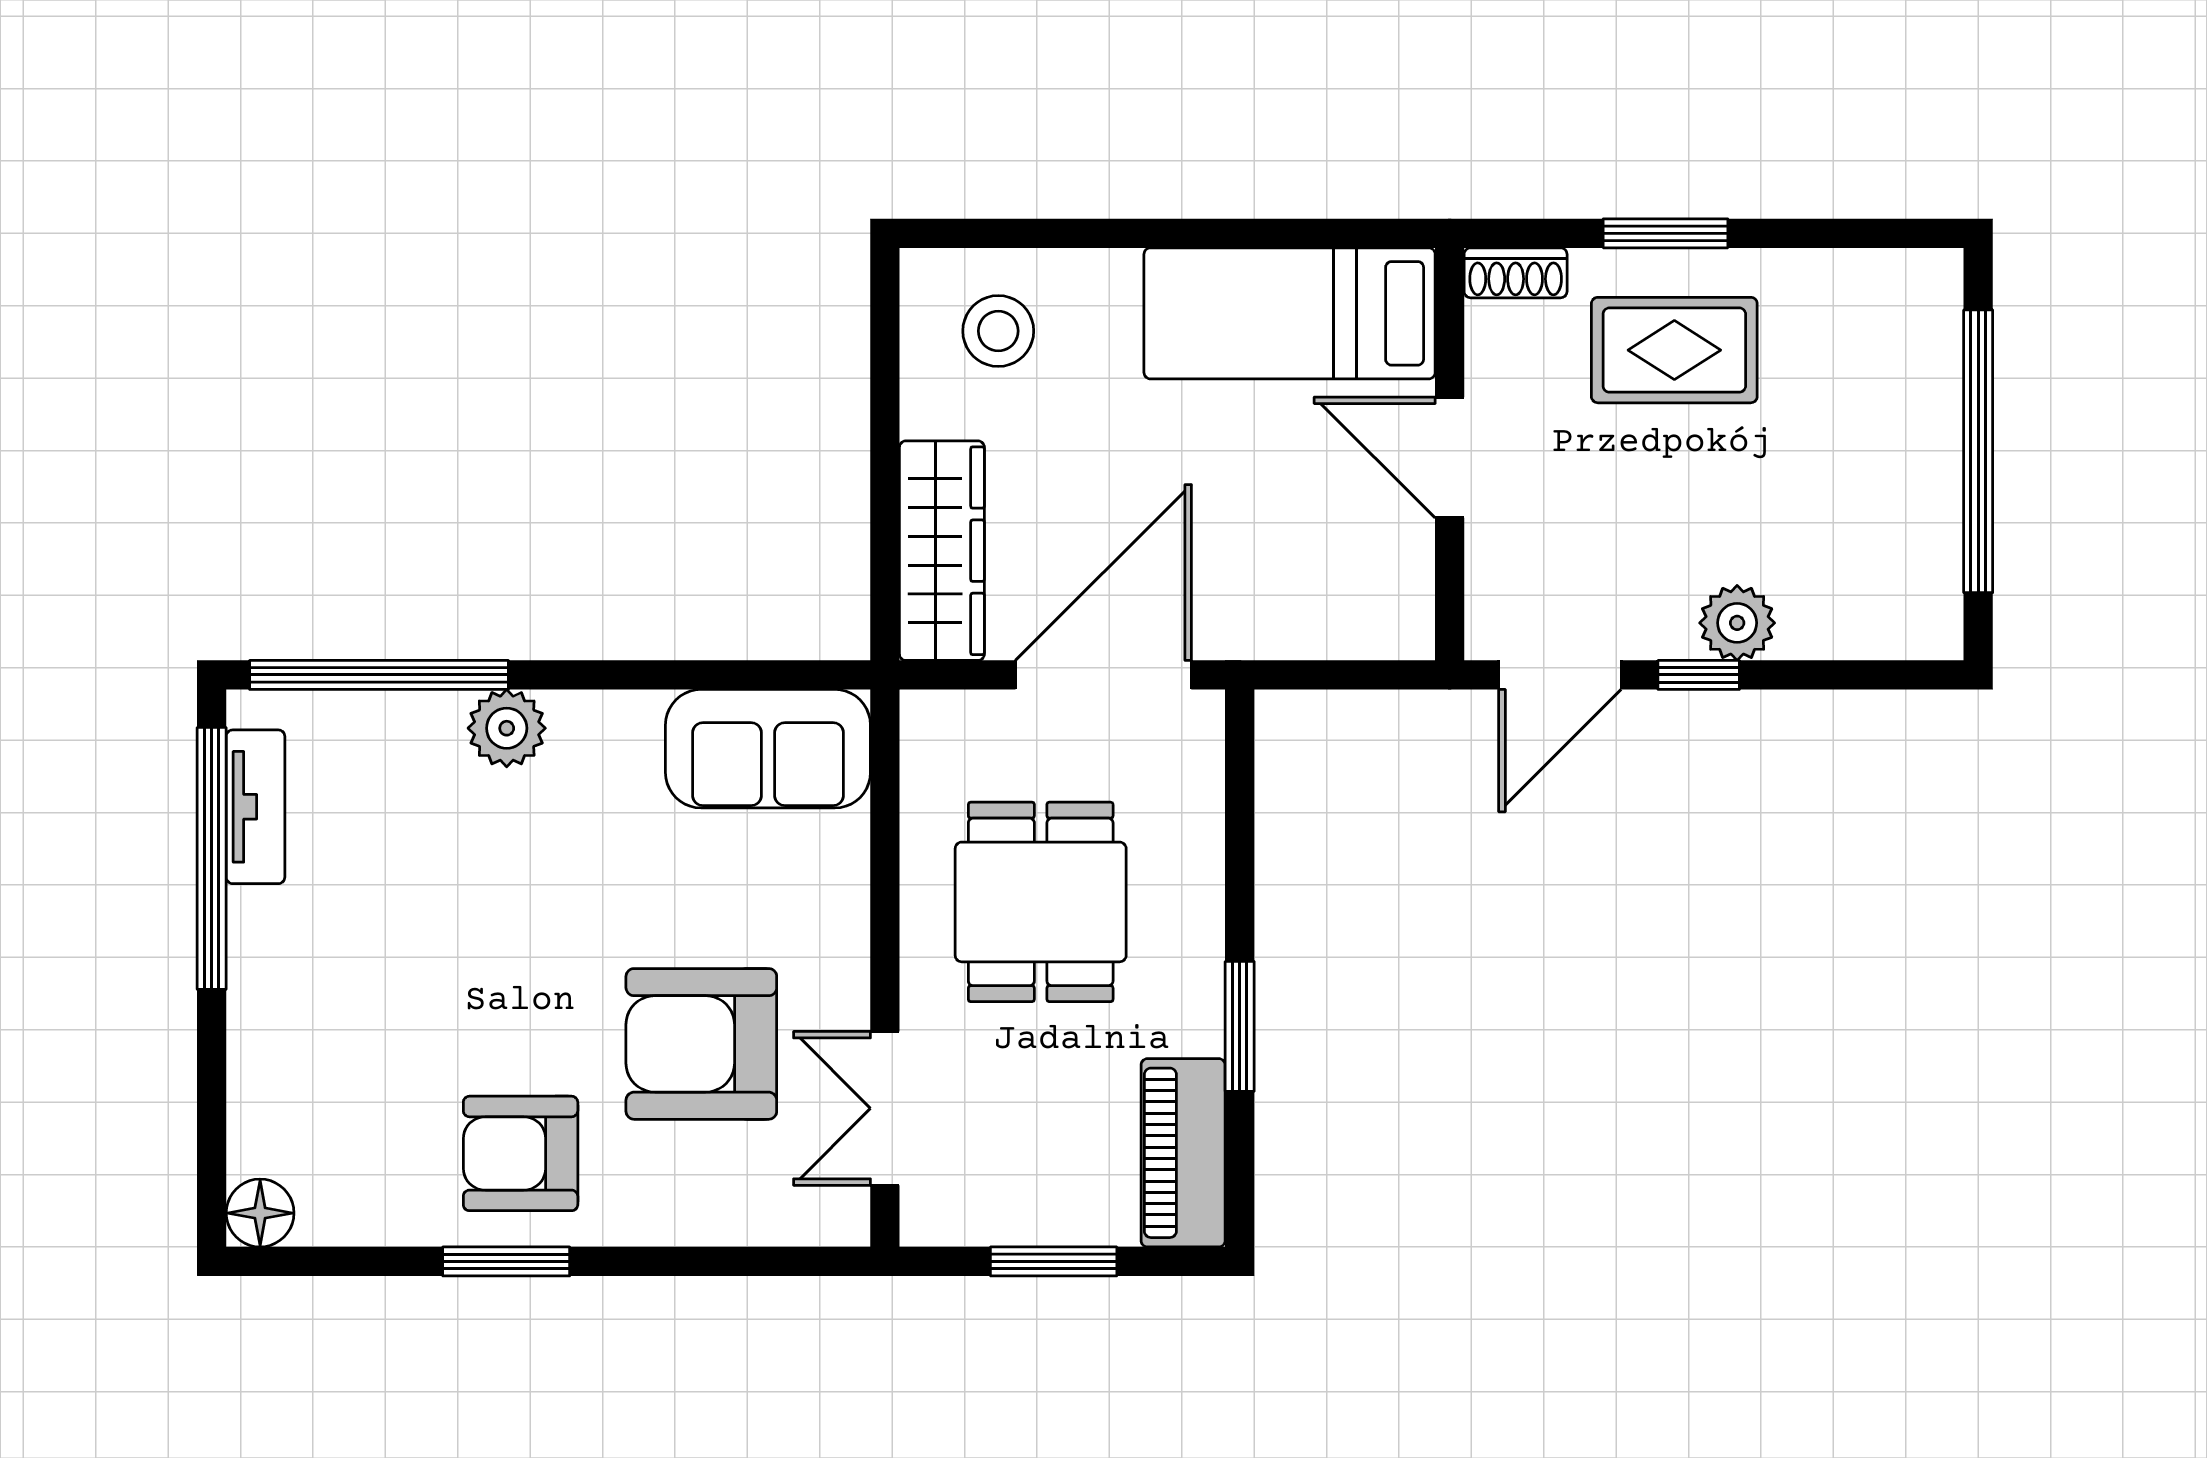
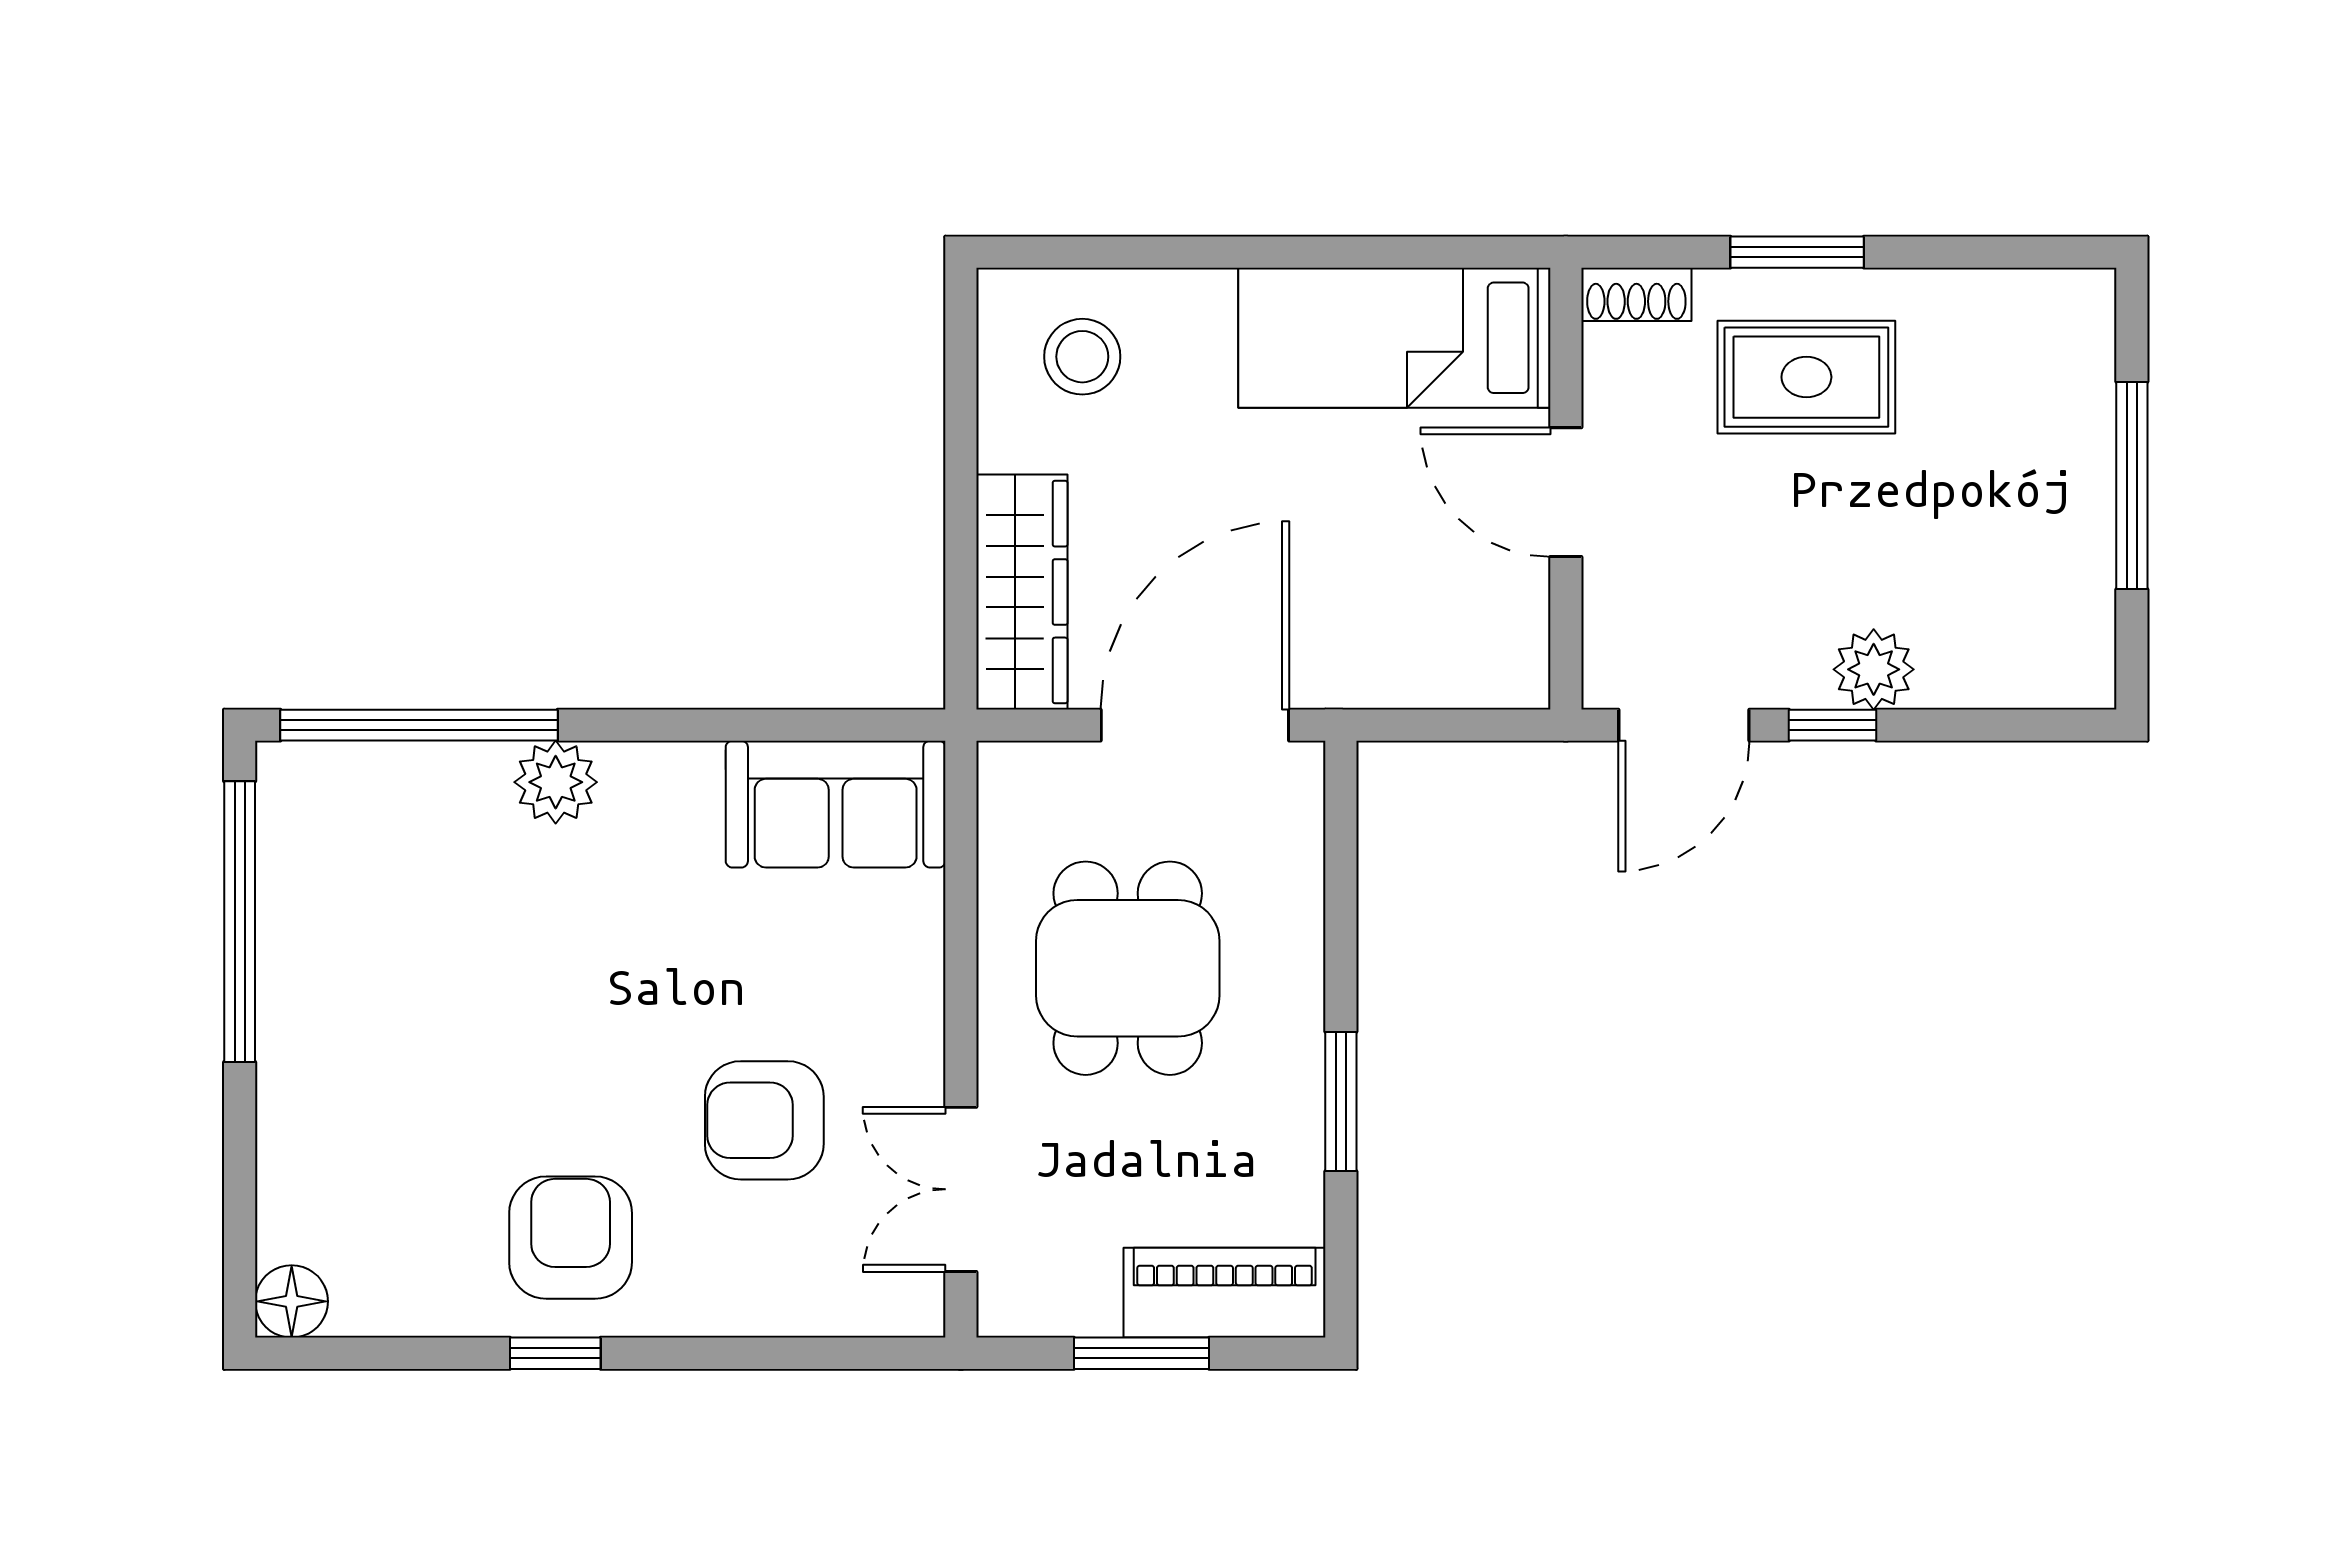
window: (1978, 451) -> (2132, 486), width x0.68
tv unit: (255, 807) -> (287, 866), removed
armchair: (701, 1044) -> (764, 1120), width x0.73, depth x0.73
armchair: (521, 1153) -> (571, 1238), turned 90
piano: (1183, 1153) -> (1225, 1293), moved, turned 90
window: (506, 1261) -> (555, 1353), width x0.67

